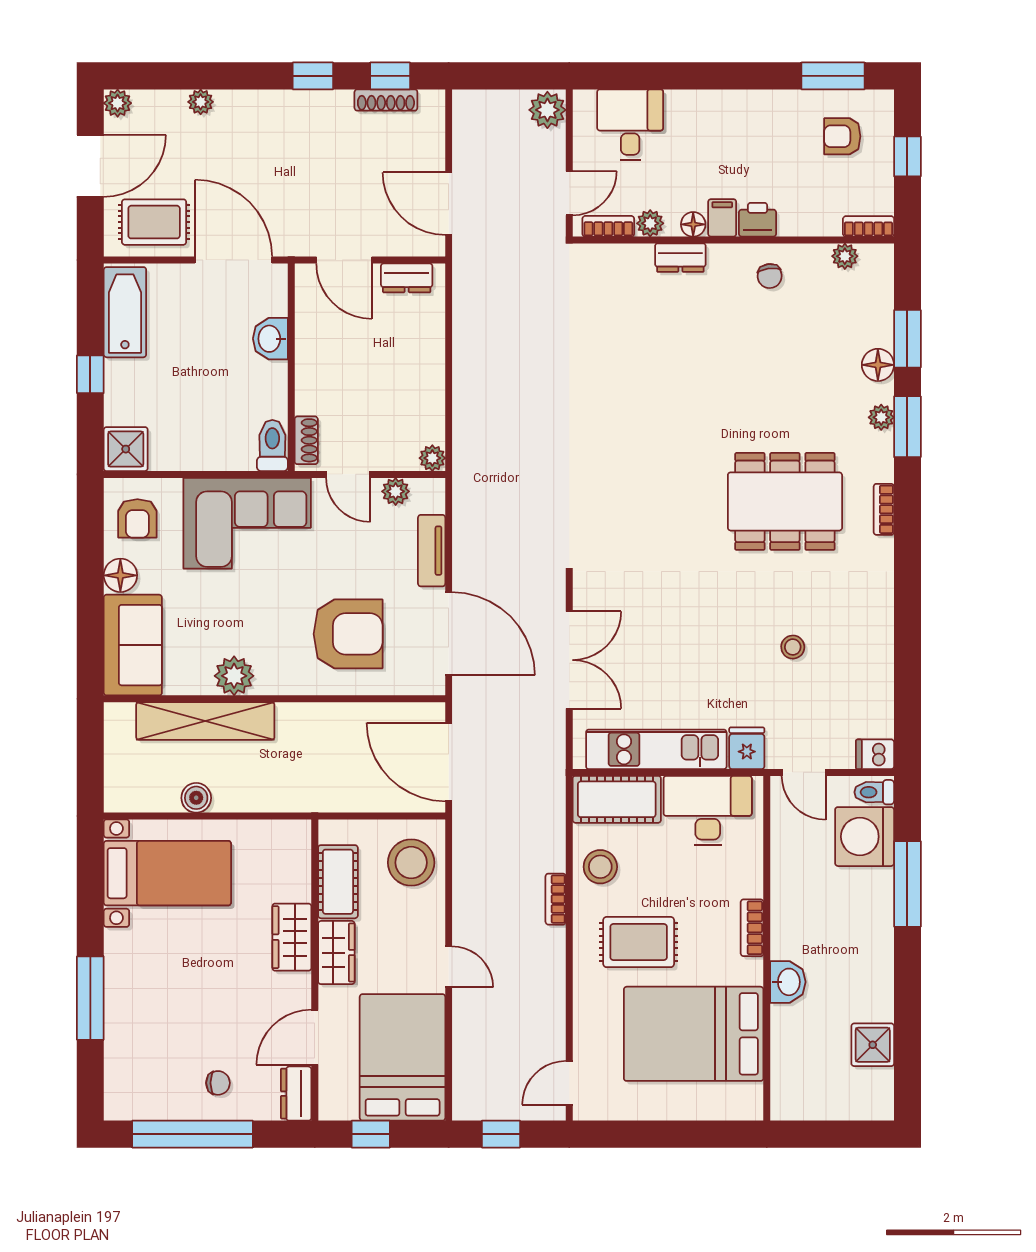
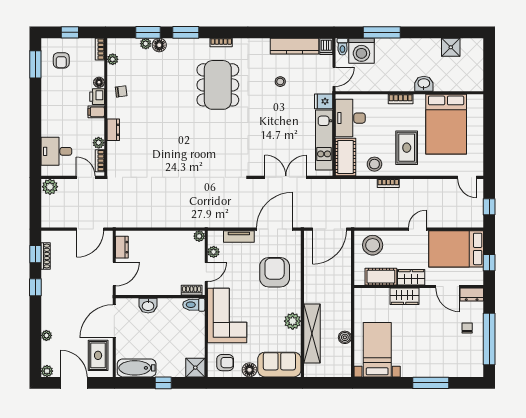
floor lamp: (693, 224) -> (99, 82), moved
plant: (881, 417) -> (146, 44), moved
kitchen counter: (875, 680) -> (295, 46), added

